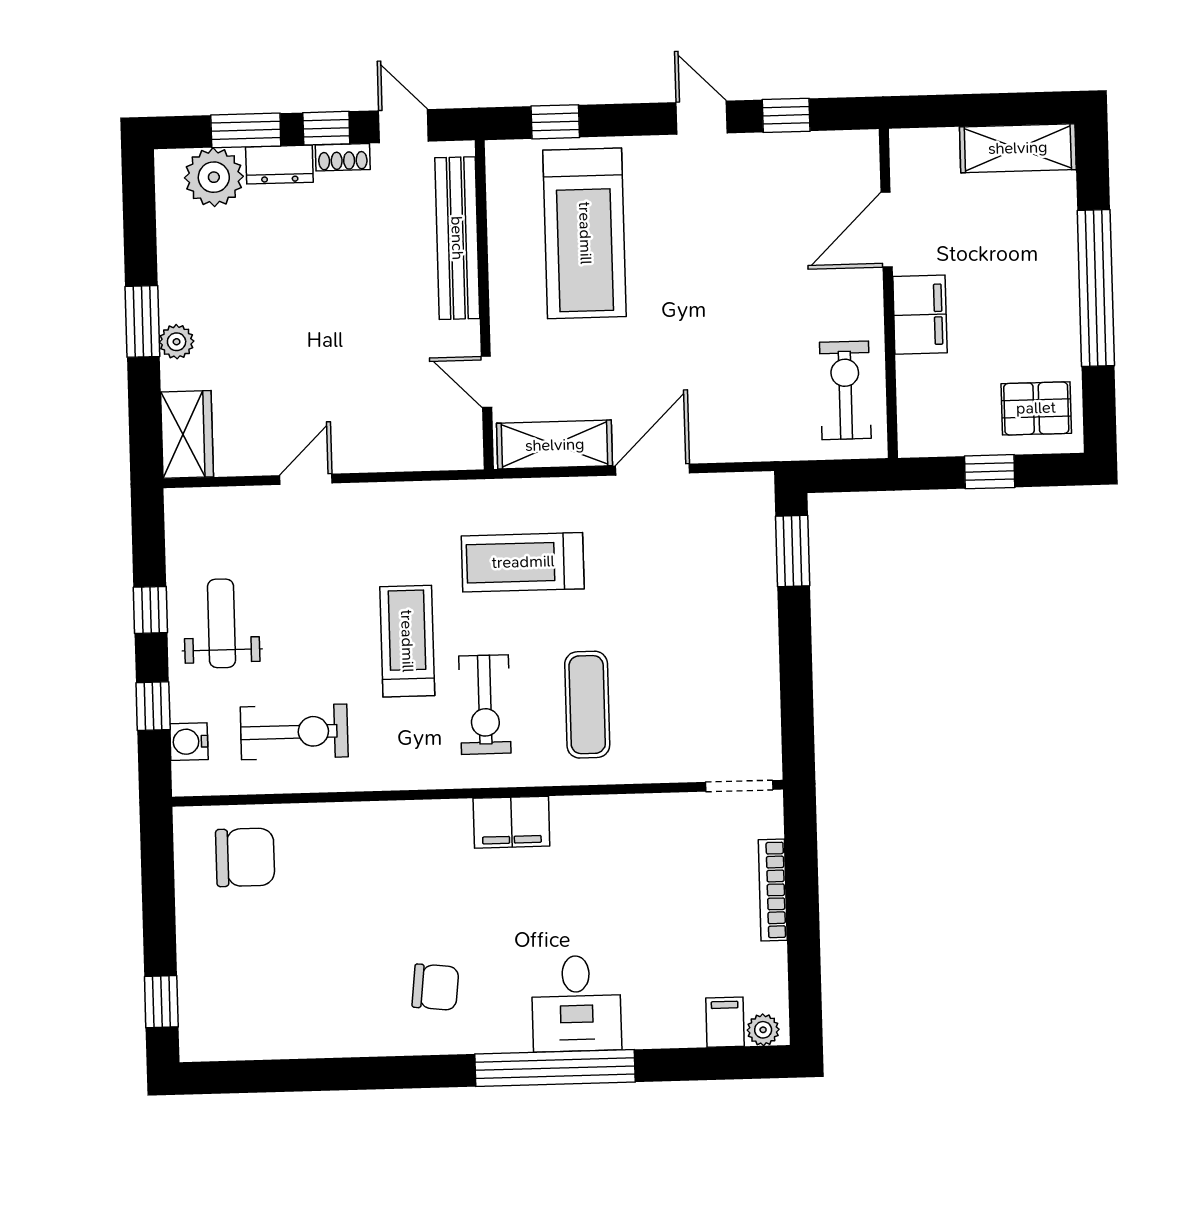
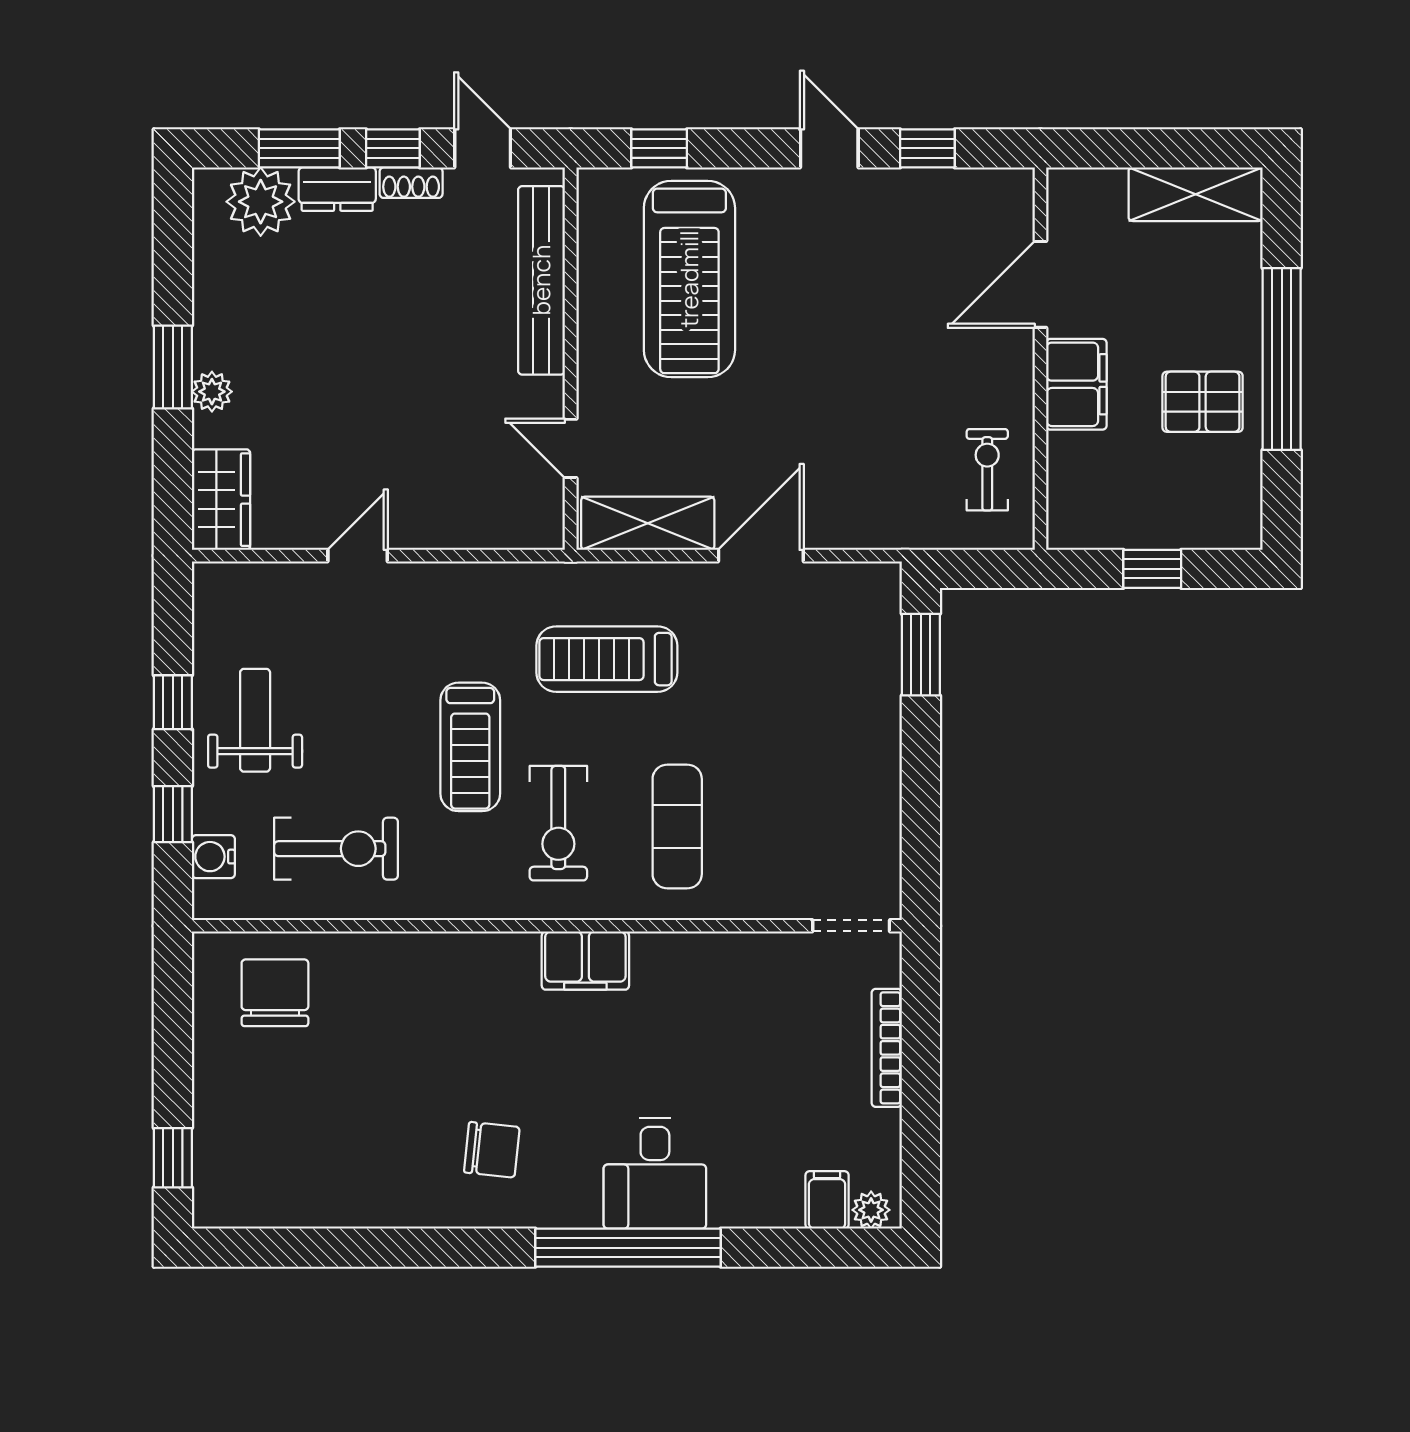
exercise bike: (845, 390) -> (987, 470), width x0.73, depth x0.72
pallet: (1036, 408) -> (1203, 402), moved
treadmill: (407, 641) -> (470, 747), turned 180
chair: (245, 857) -> (275, 993), turned -90

